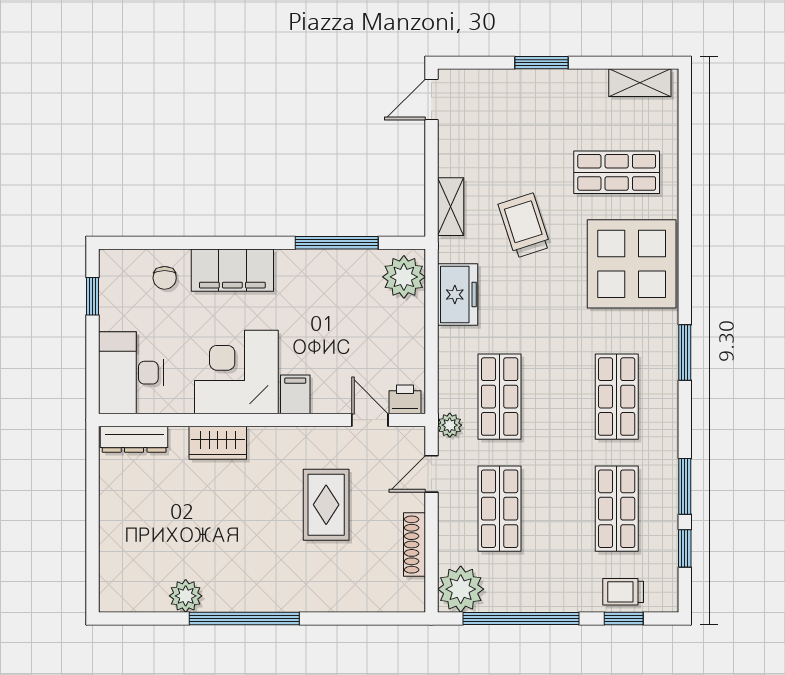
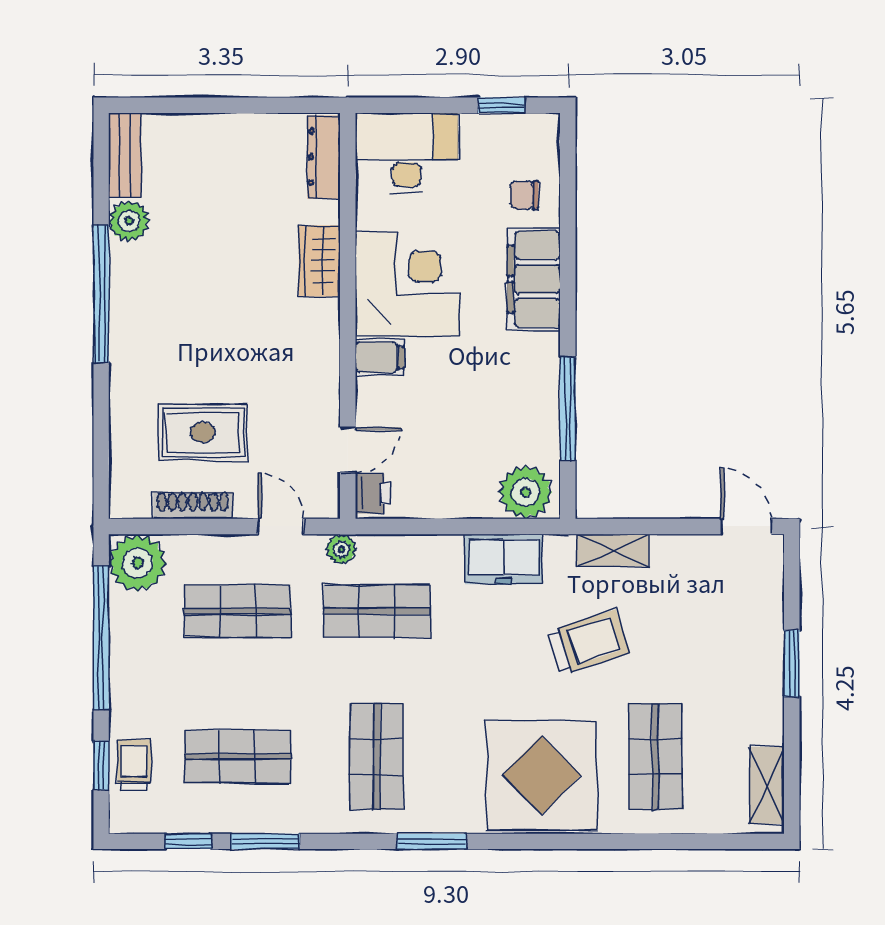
shop shelf: (617, 397) -> (377, 757), turned 90
rug: (326, 505) -> (203, 432), moved
bench: (133, 599) -> (125, 155), added

